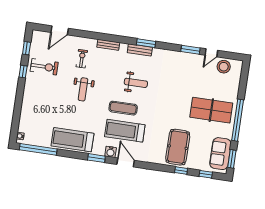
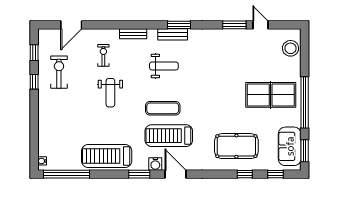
door: (211, 53) -> (260, 25), swing flipped
exercise bike: (44, 67) -> (59, 72), turned -90
stool: (224, 67) -> (291, 48), moved
weight bench: (136, 83) -> (164, 66), moved
pool table: (178, 147) -> (236, 146), turned 90

